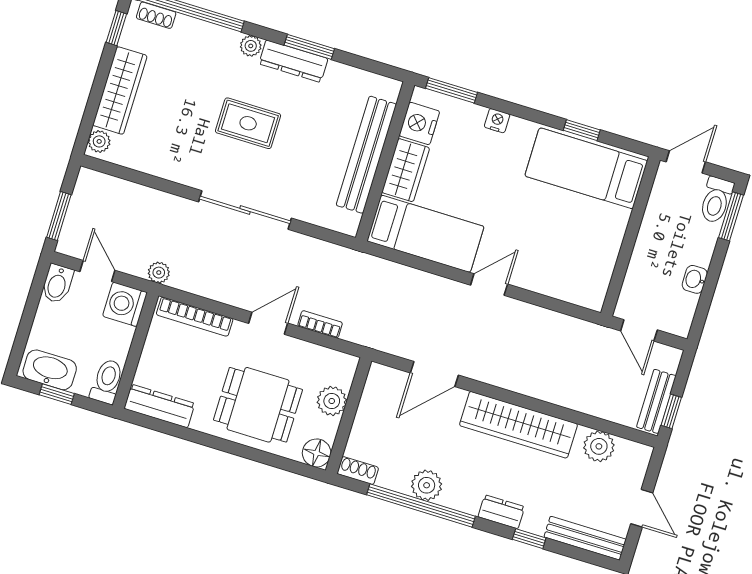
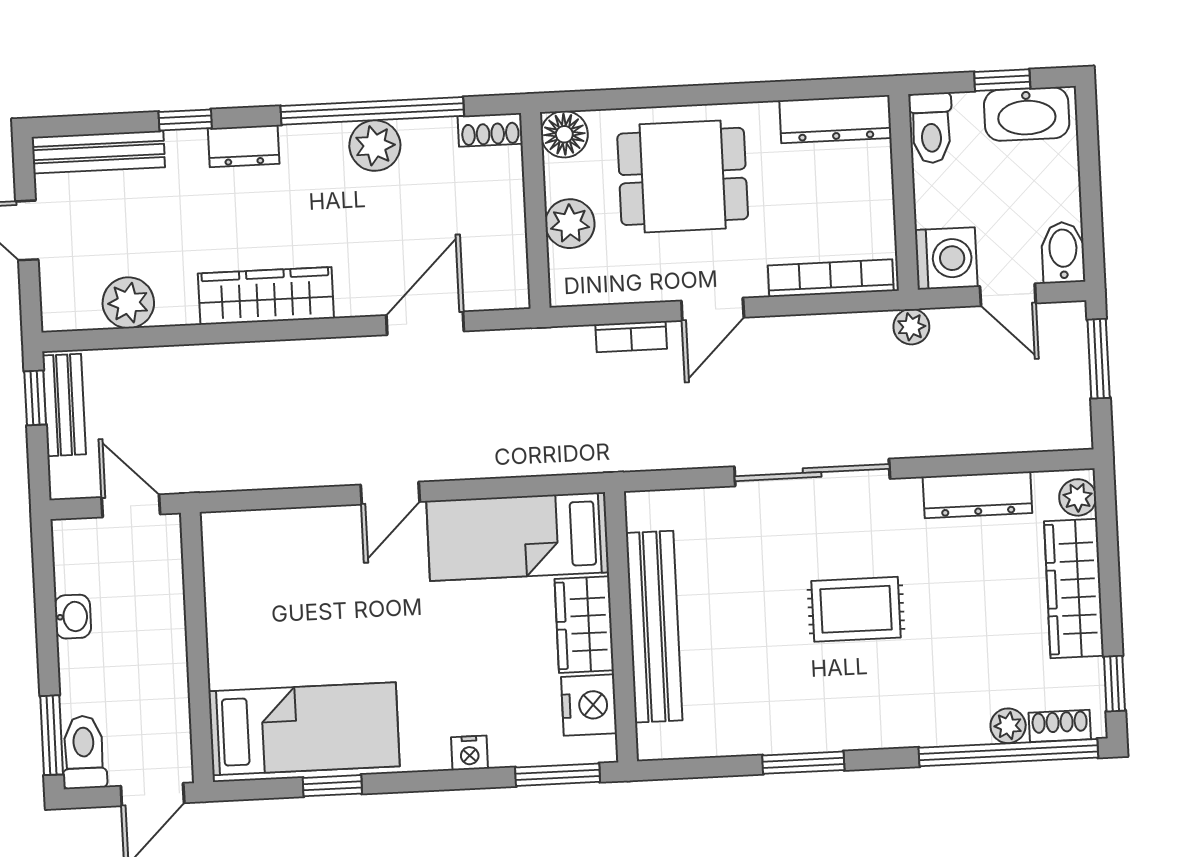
plant: (251, 46) -> (1008, 726), moved
dresser: (293, 61) -> (977, 495), moved, turned 180
wardrobe: (518, 425) -> (266, 296), width x0.71, depth x0.85

